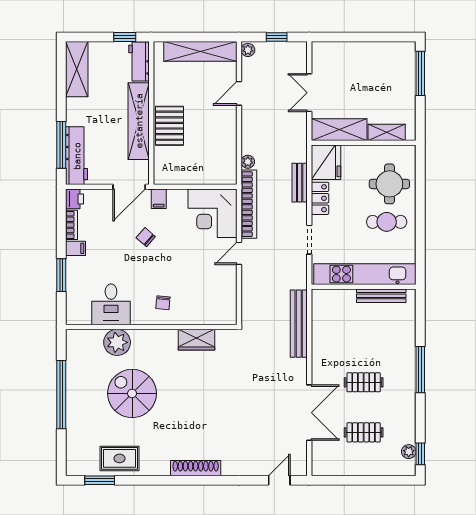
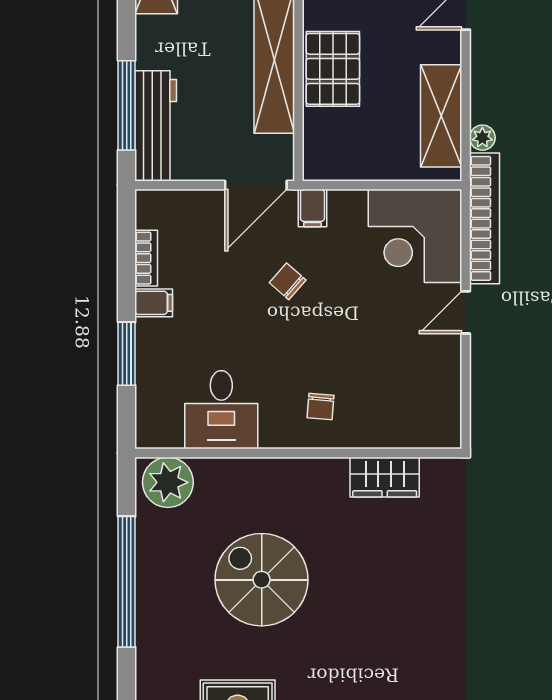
shelving: (226, 150) -> (441, 116), added
printer: (75, 199) -> (152, 209), removed
plant: (117, 342) -> (168, 482), moved

